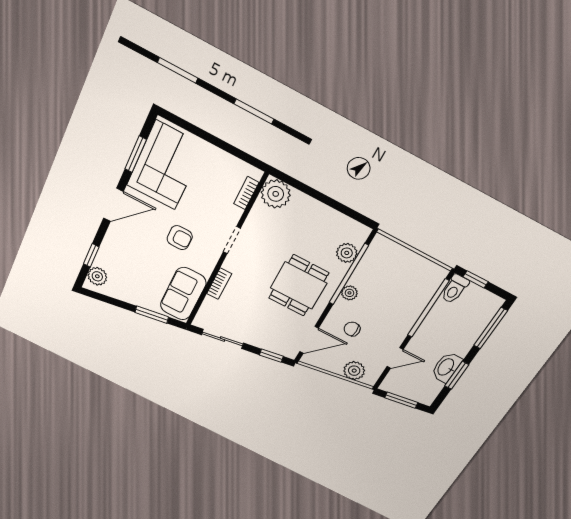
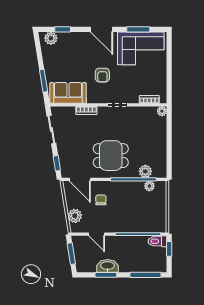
plant: (276, 194) -> (162, 111), width x0.53, depth x0.53
plant: (349, 293) -> (149, 186), moved

